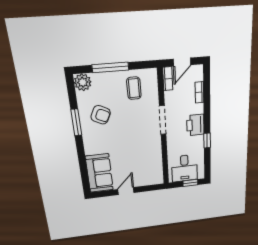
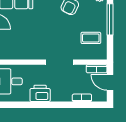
printer: (195, 125) -> (40, 93), moved
window: (207, 141) -> (35, 105), removed

